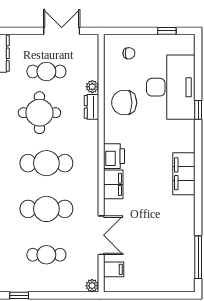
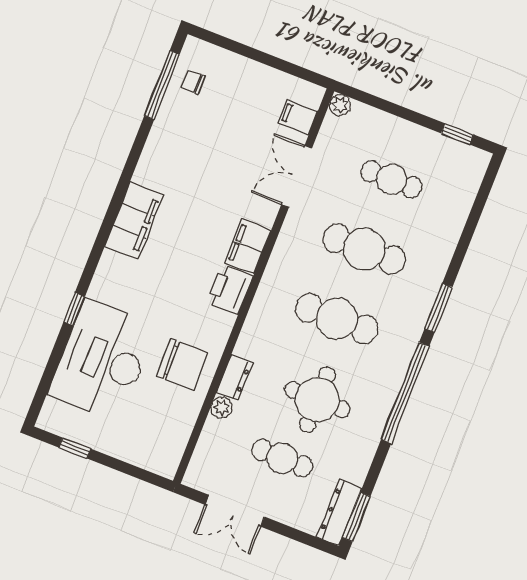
chair: (129, 53) -> (193, 82), moved

